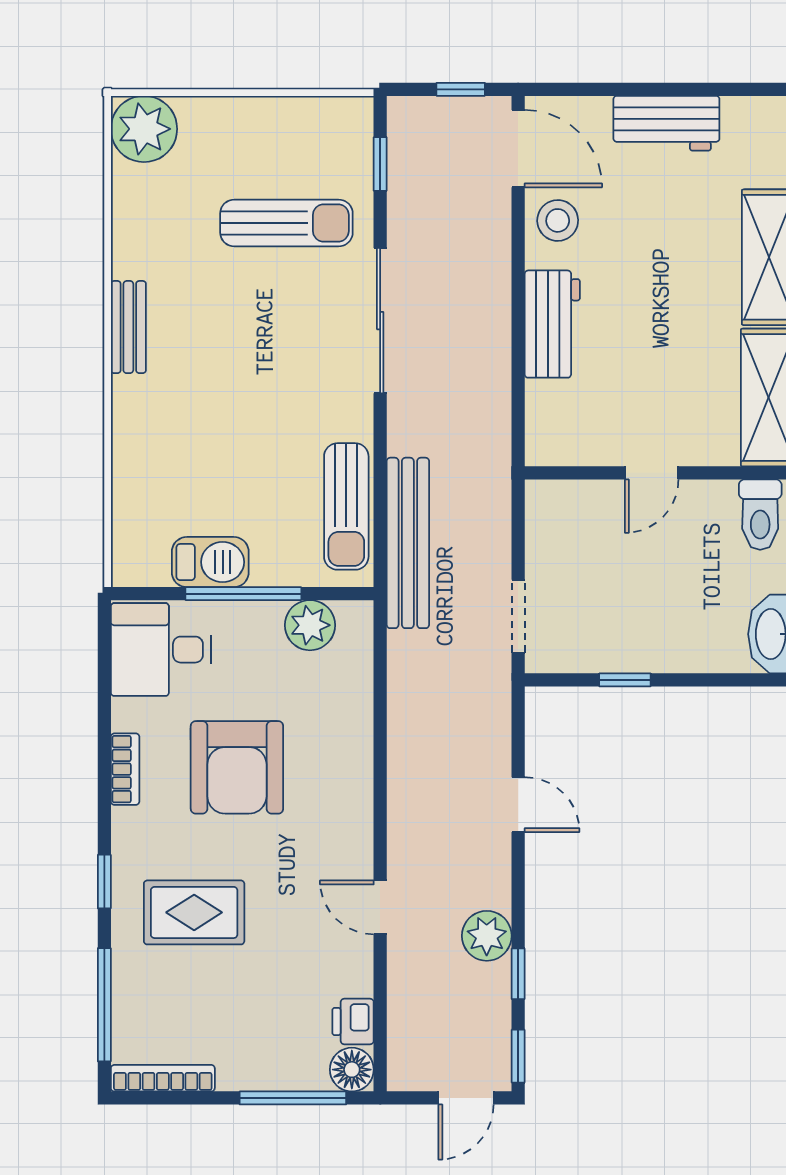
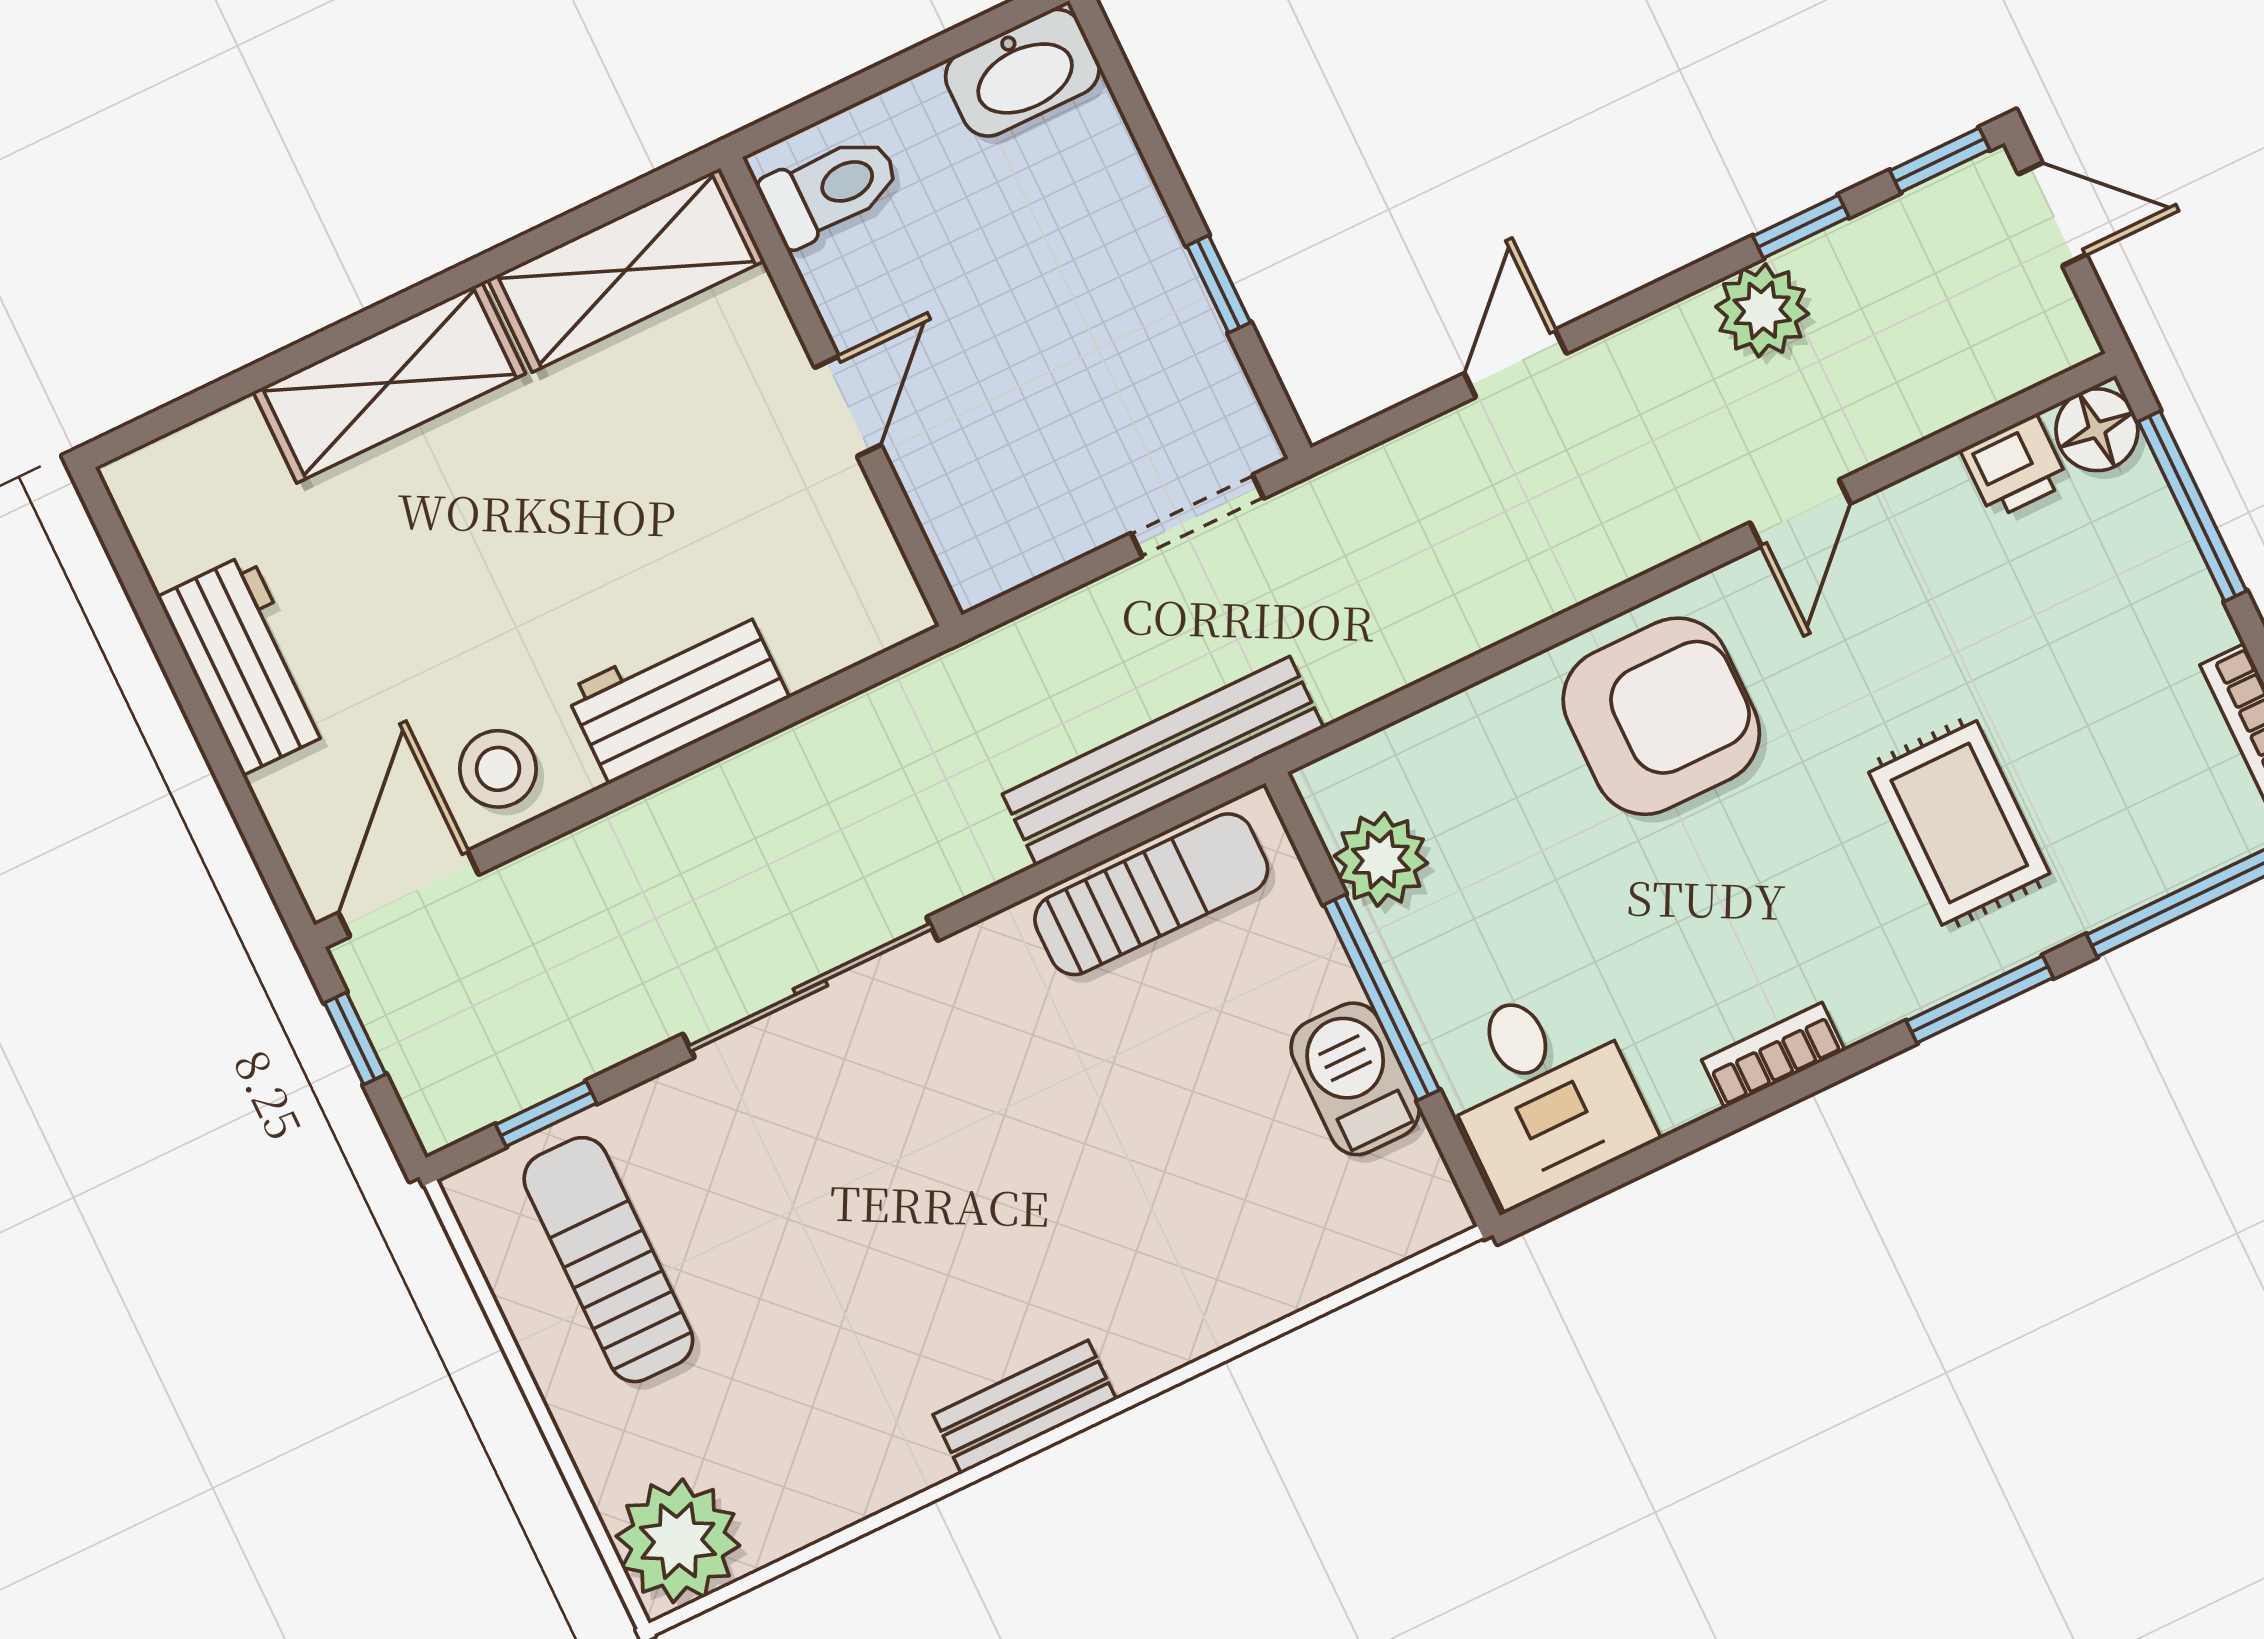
sun lounger: (286, 223) -> (608, 1260), moved
door: (652, 473) -> (848, 406), hinge flipped
armchair: (237, 767) -> (1661, 716), moved
window: (104, 882) -> (1980, 999), width x1.50

